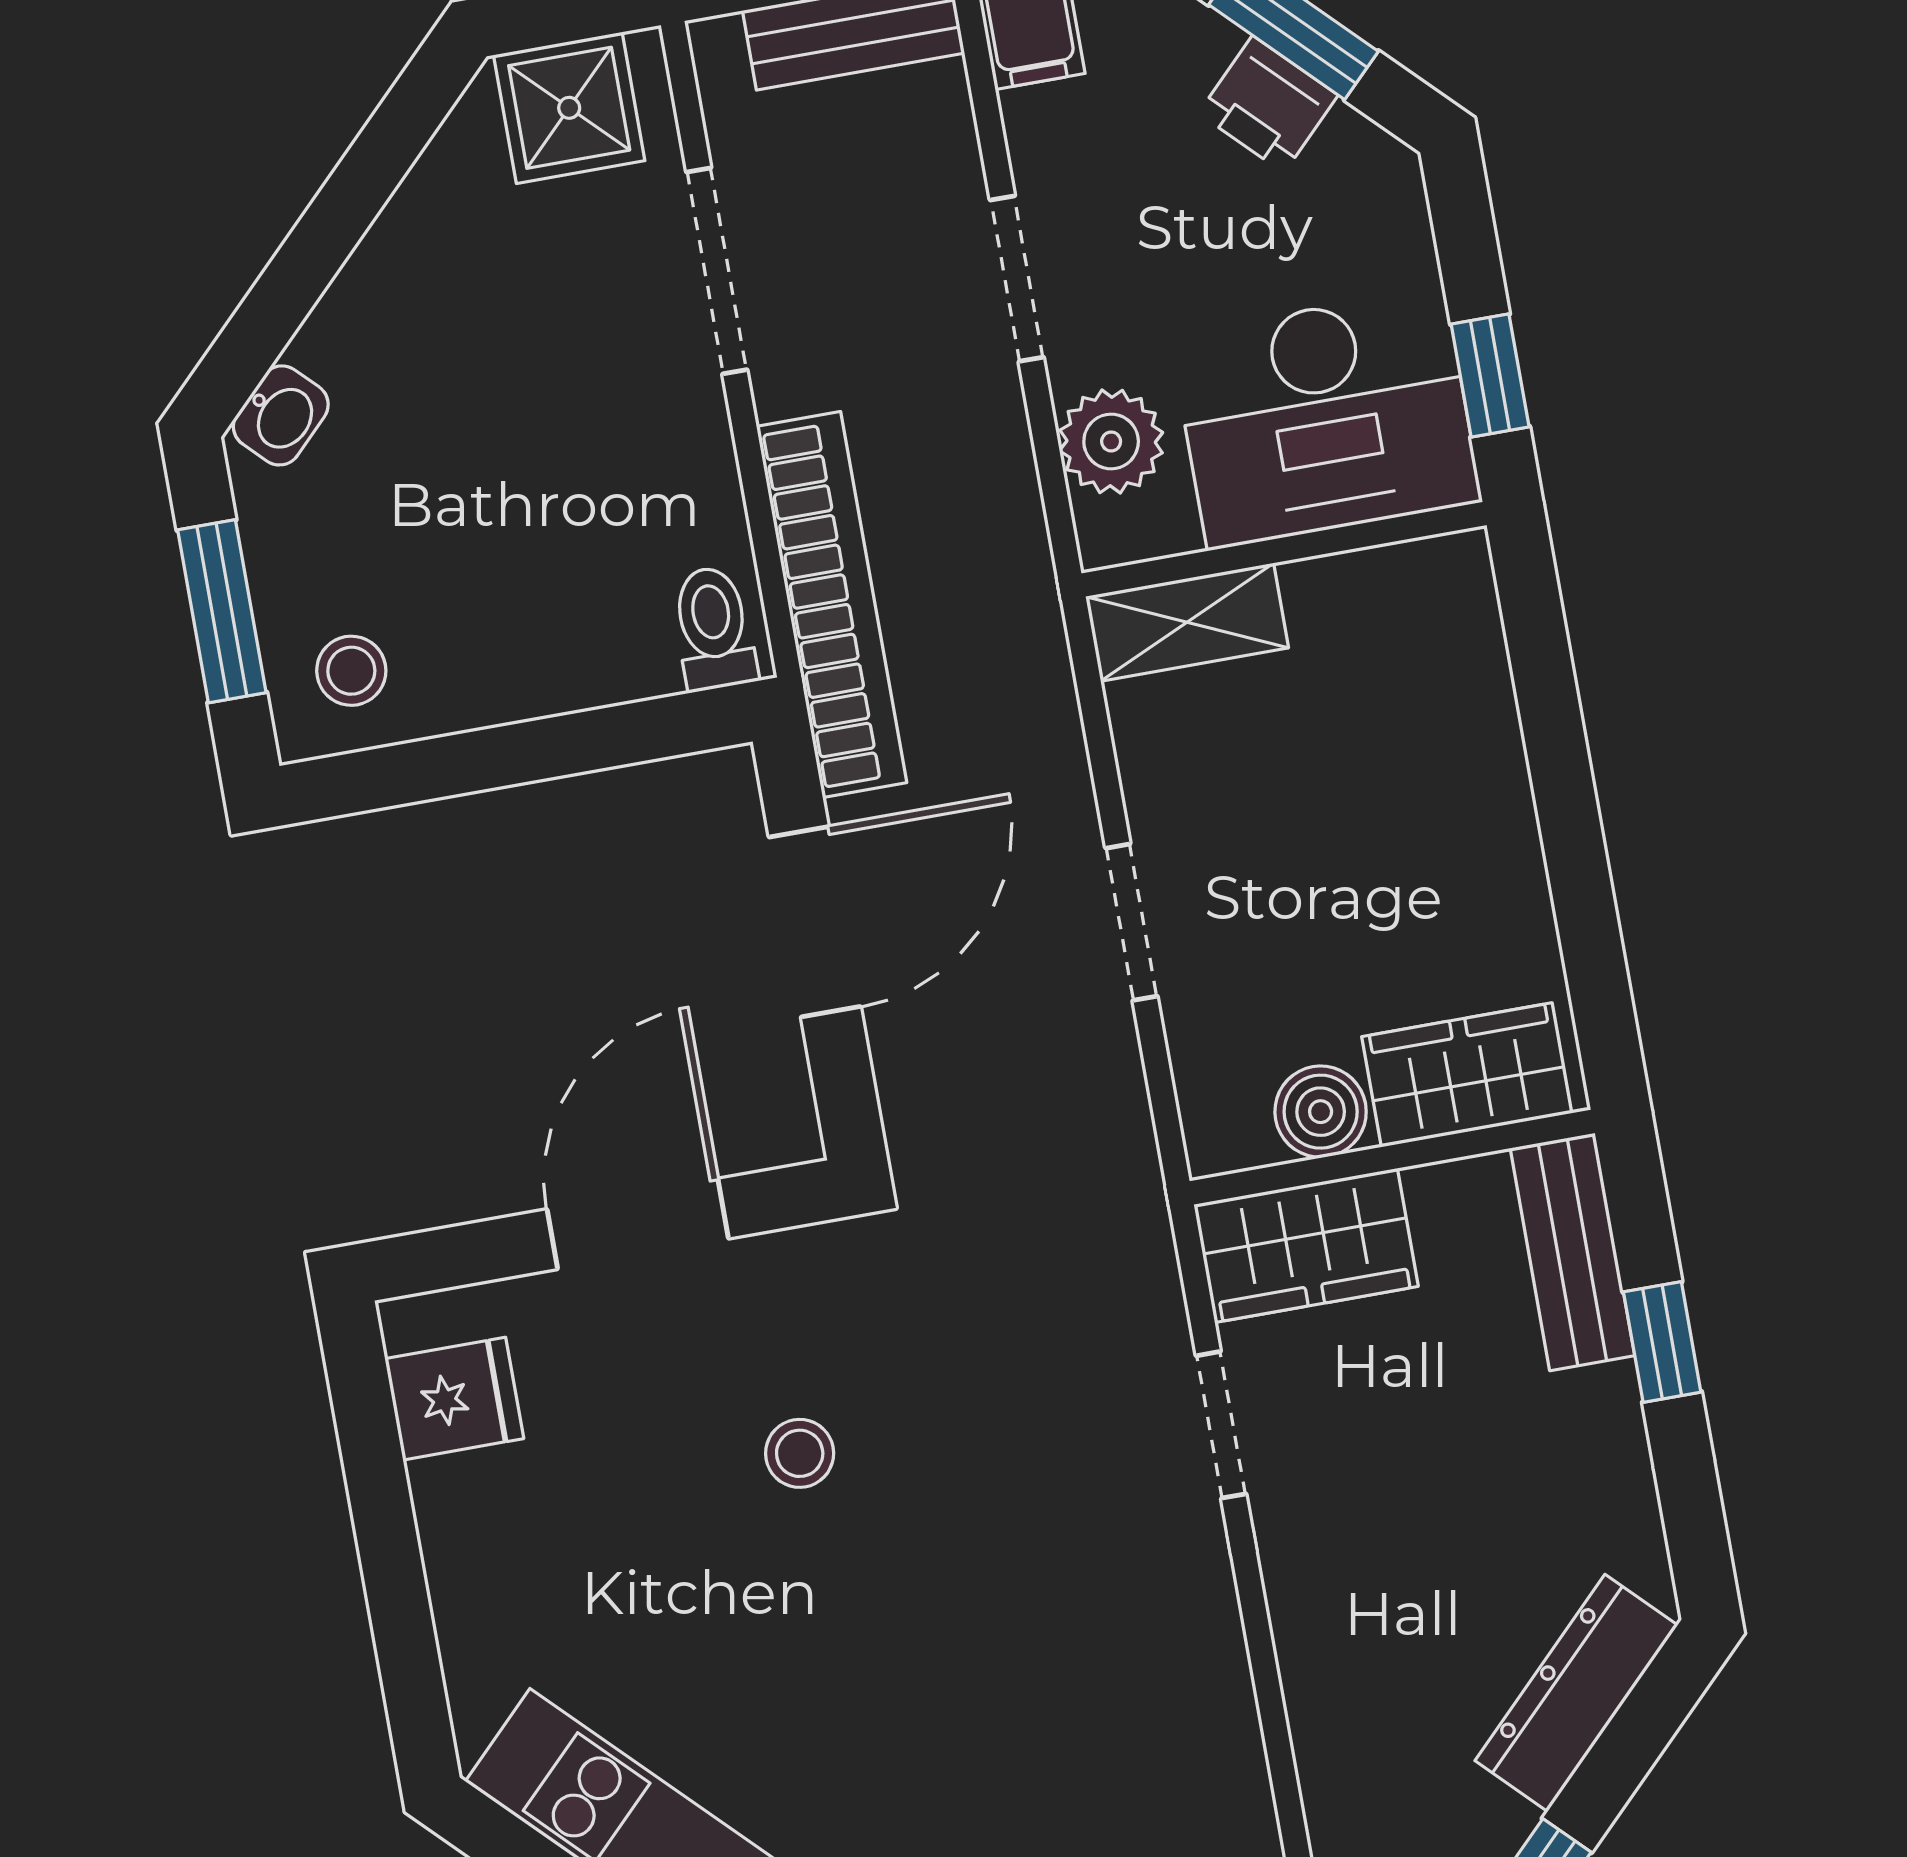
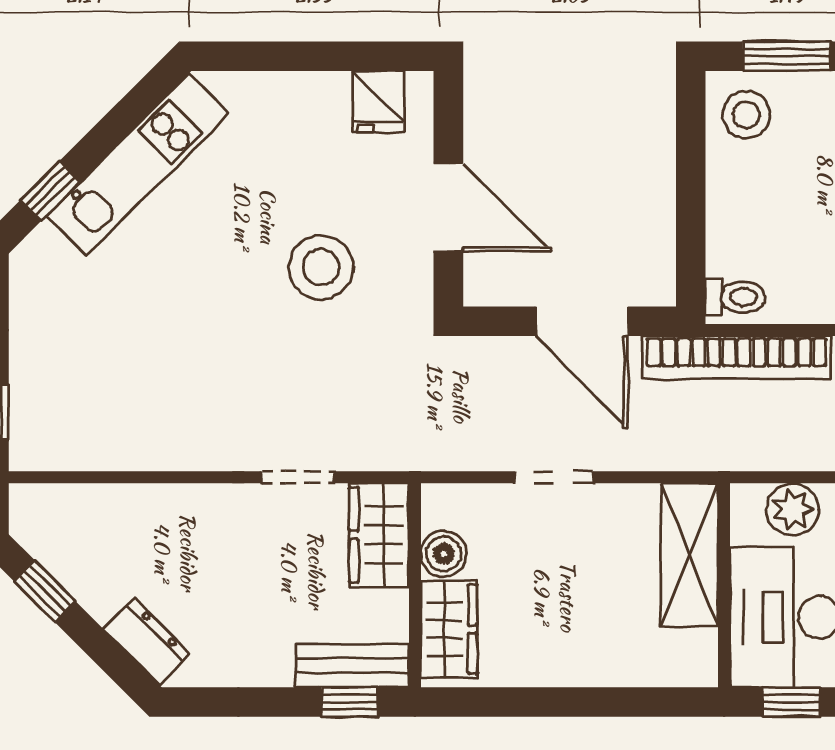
shelving: (1187, 622) -> (690, 555), width x1.50, depth x1.33
stool: (351, 671) -> (746, 115), width x1.37, depth x1.37
window: (1662, 1342) -> (350, 702), moved
stool: (800, 1453) -> (321, 267), width x1.89, depth x1.89
dresser: (1576, 1693) -> (147, 641), width x0.70

